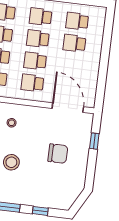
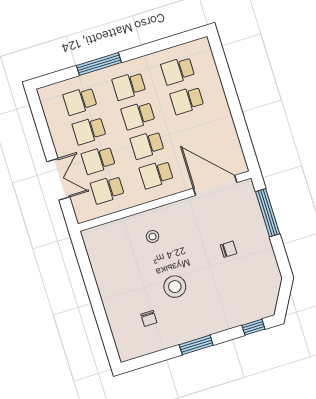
window: (94, 141) -> (268, 213), width x2.17
chair: (58, 154) -> (229, 249), width x0.54, depth x0.54
window: (40, 211) -> (253, 327), moved

